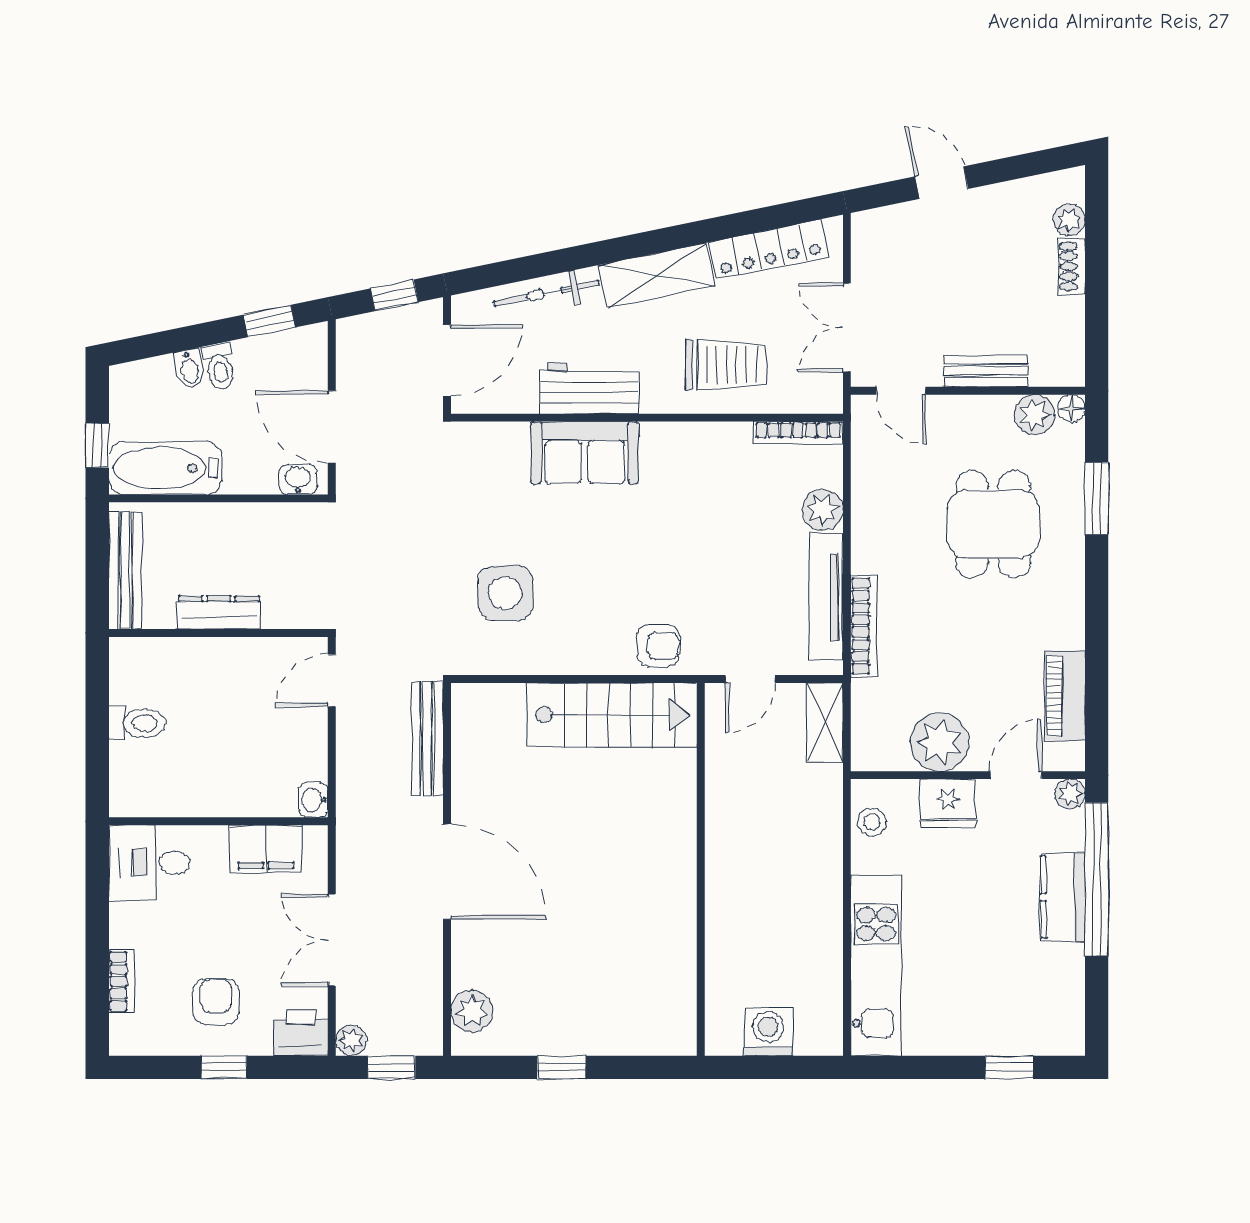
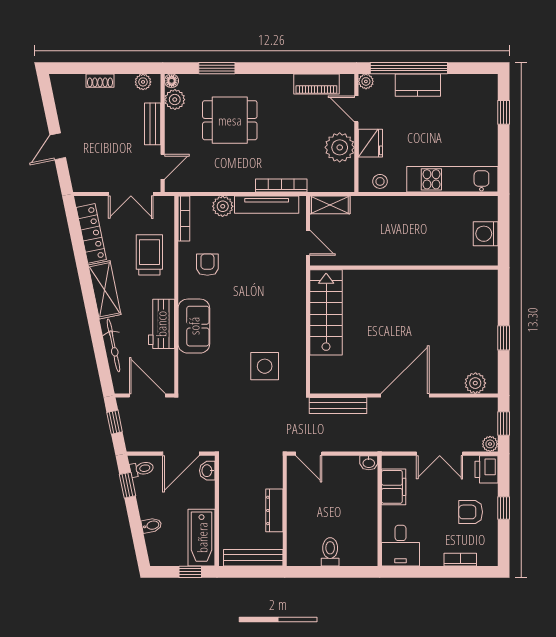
plant: (1069, 220) -> (143, 82), moved
toilet: (219, 366) -> (142, 469), moved
armchair: (658, 646) -> (207, 265), moved

